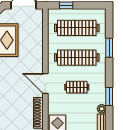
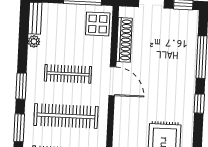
clothes rail: (77, 87) -> (68, 74), width x1.36
window: (109, 97) -> (21, 86), moved

